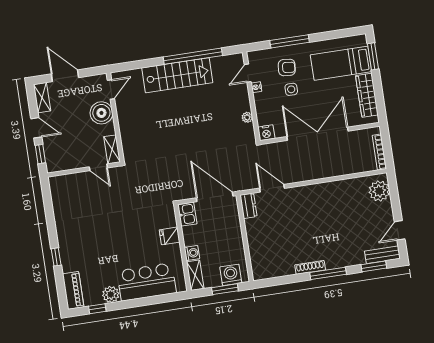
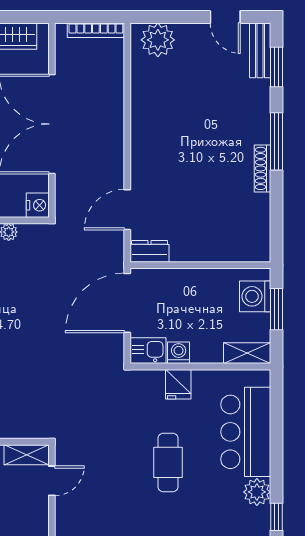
cafe table: (121, 237) -> (168, 462), added
washing machine: (192, 253) -> (179, 353), moved

